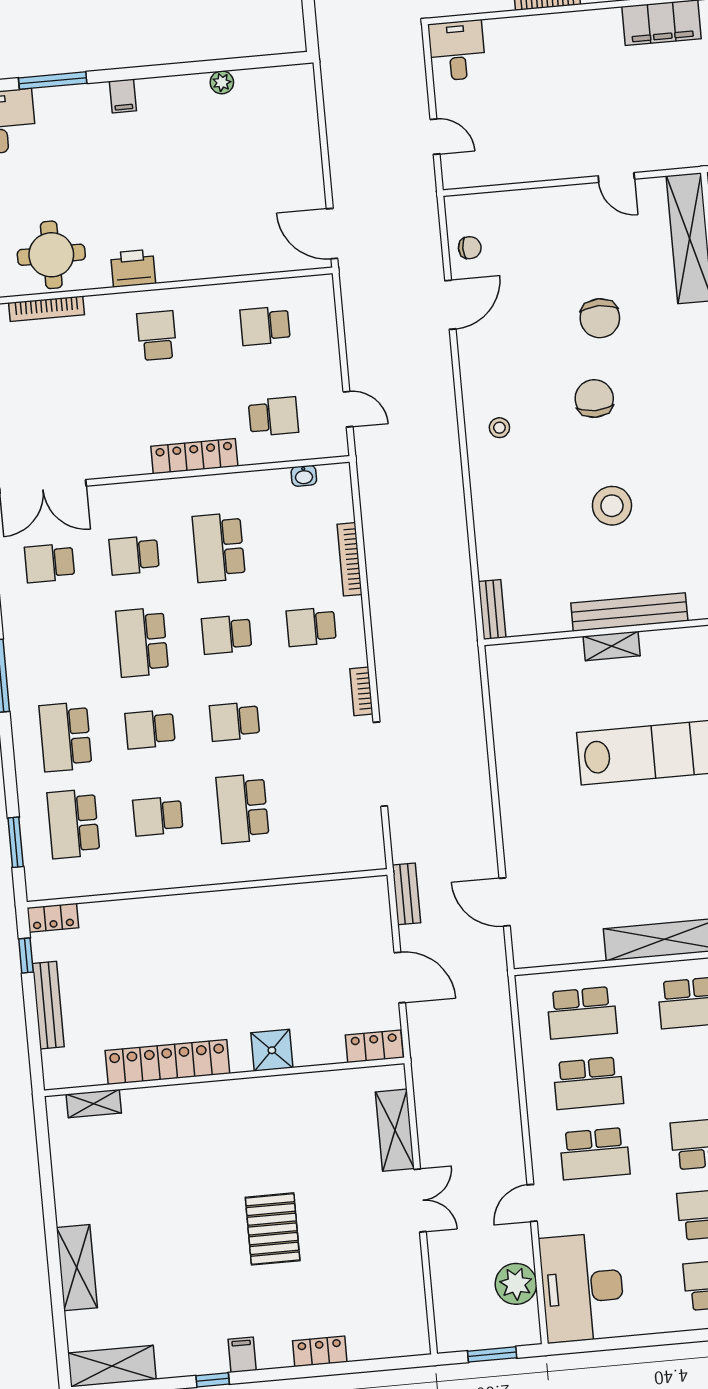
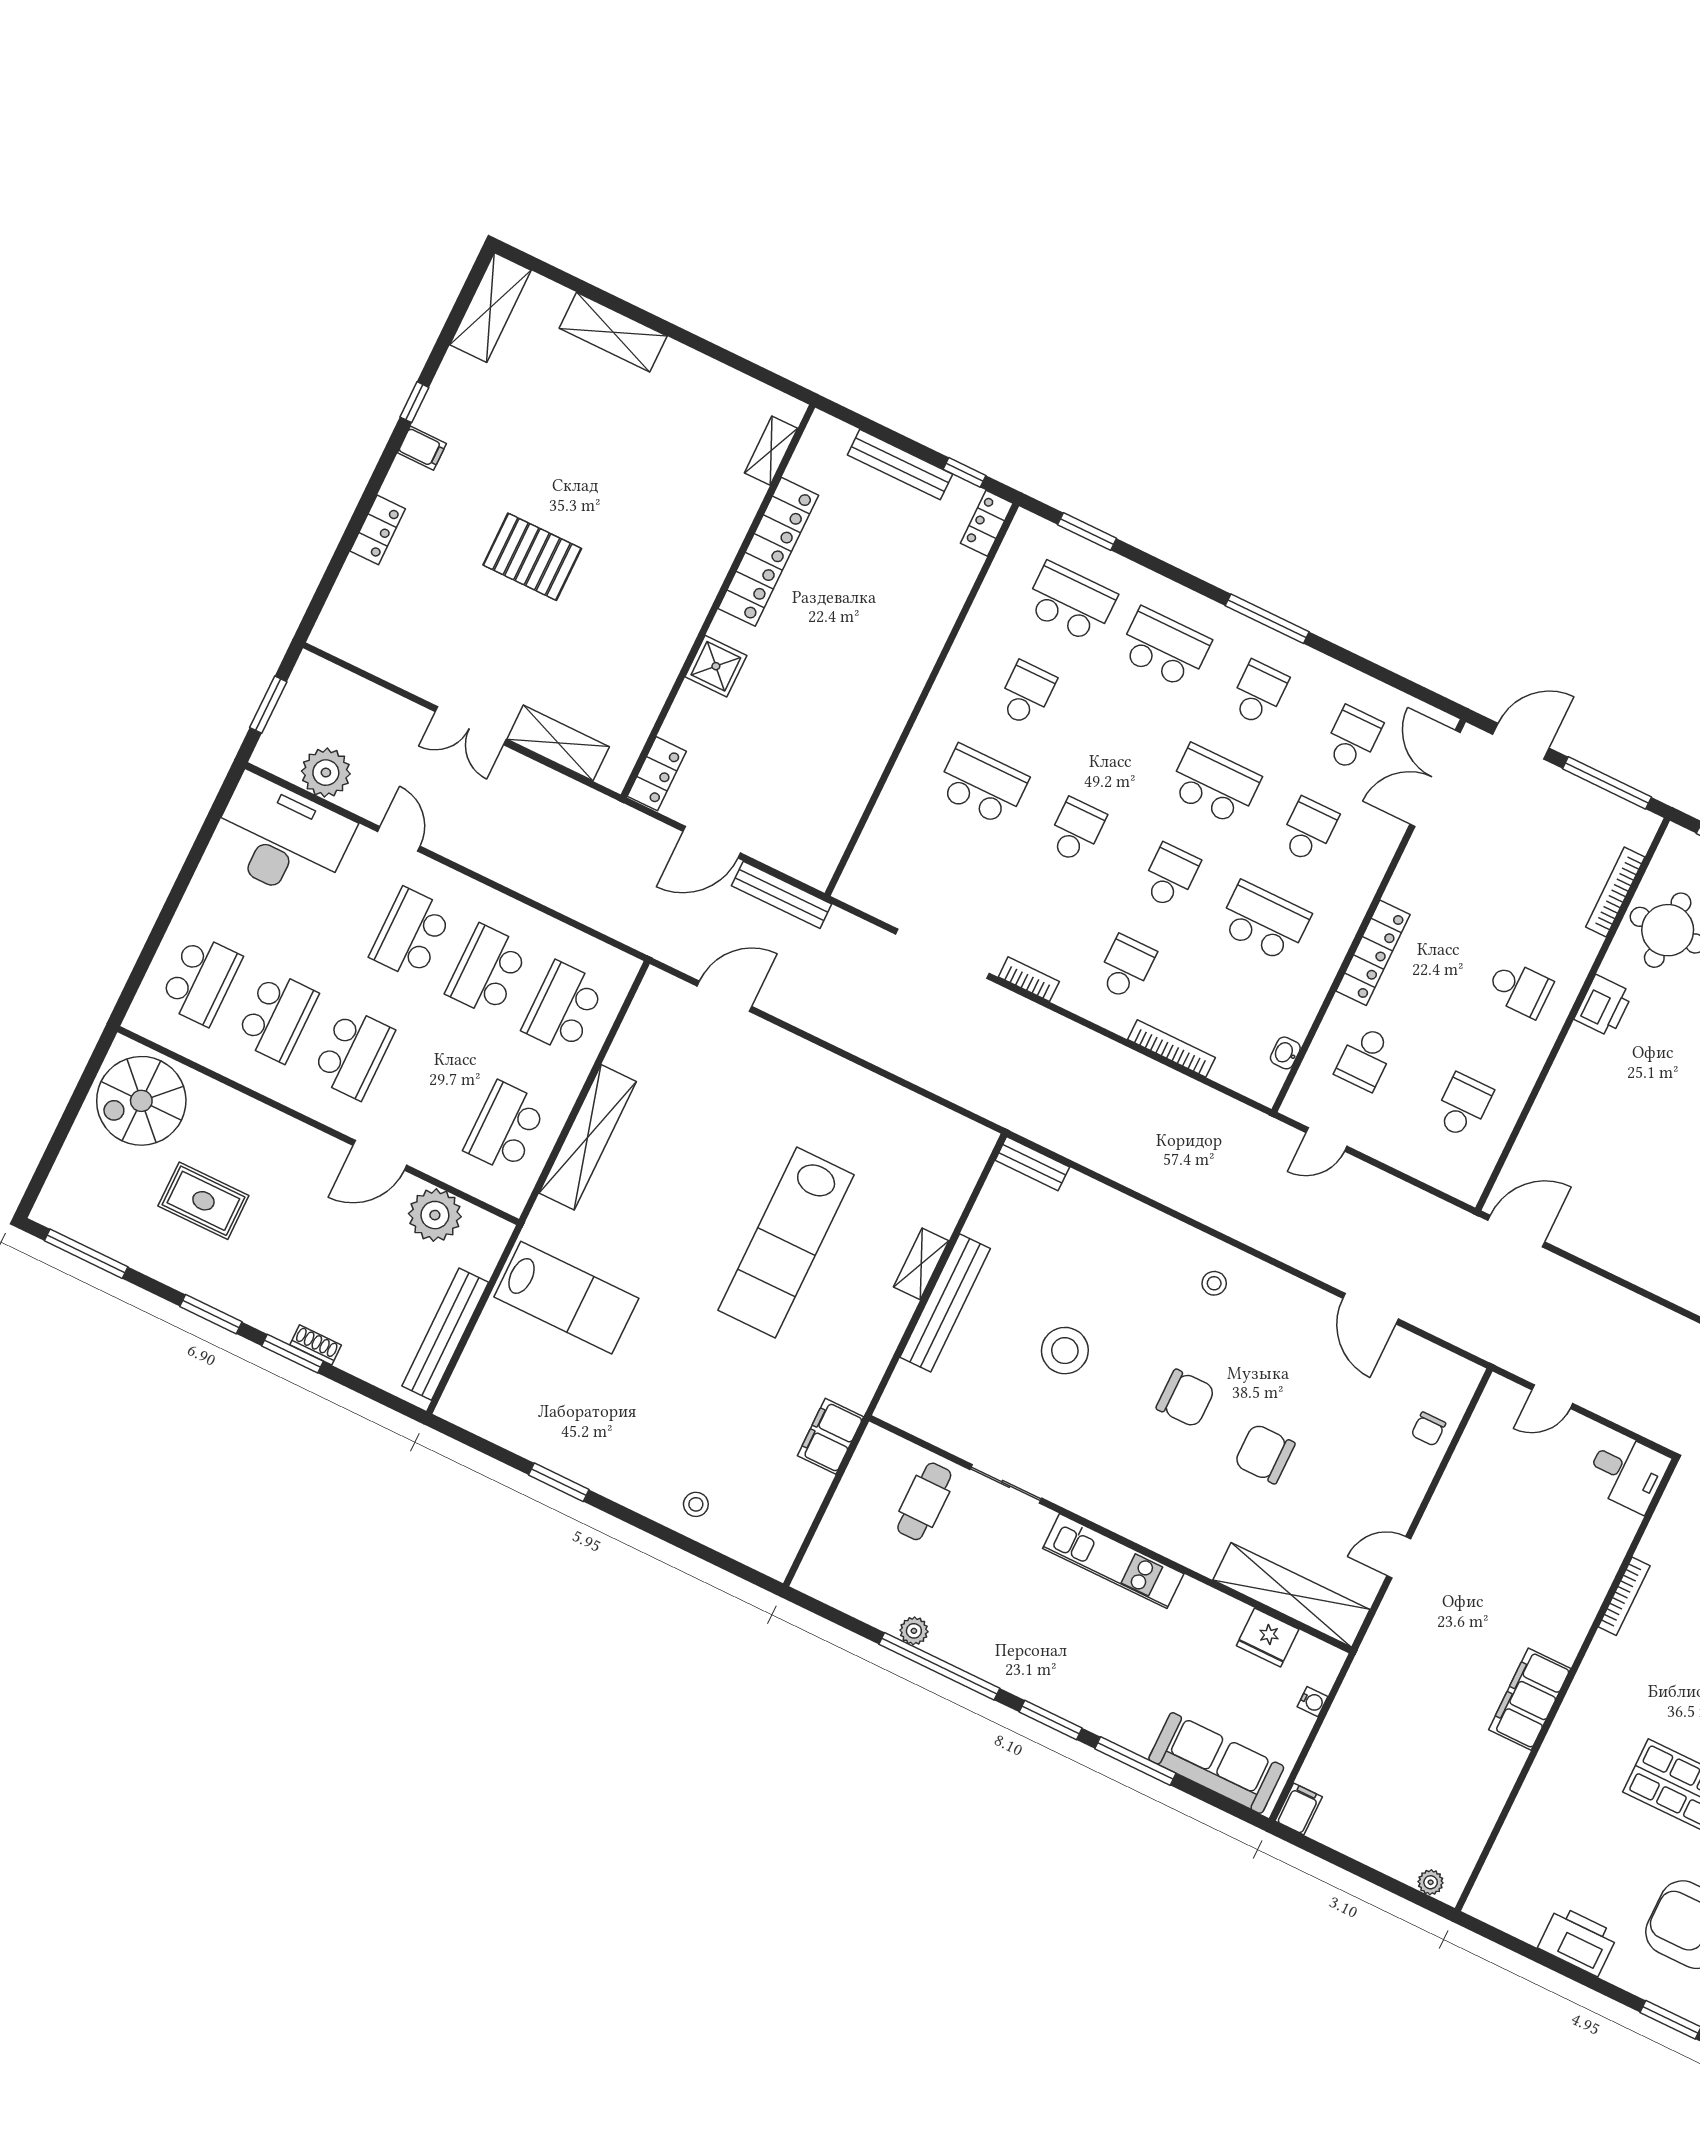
chair: (470, 248) -> (1428, 1429), moved
school desk: (150, 729) -> (1259, 693), moved
bench: (406, 894) -> (782, 895), width x1.36

